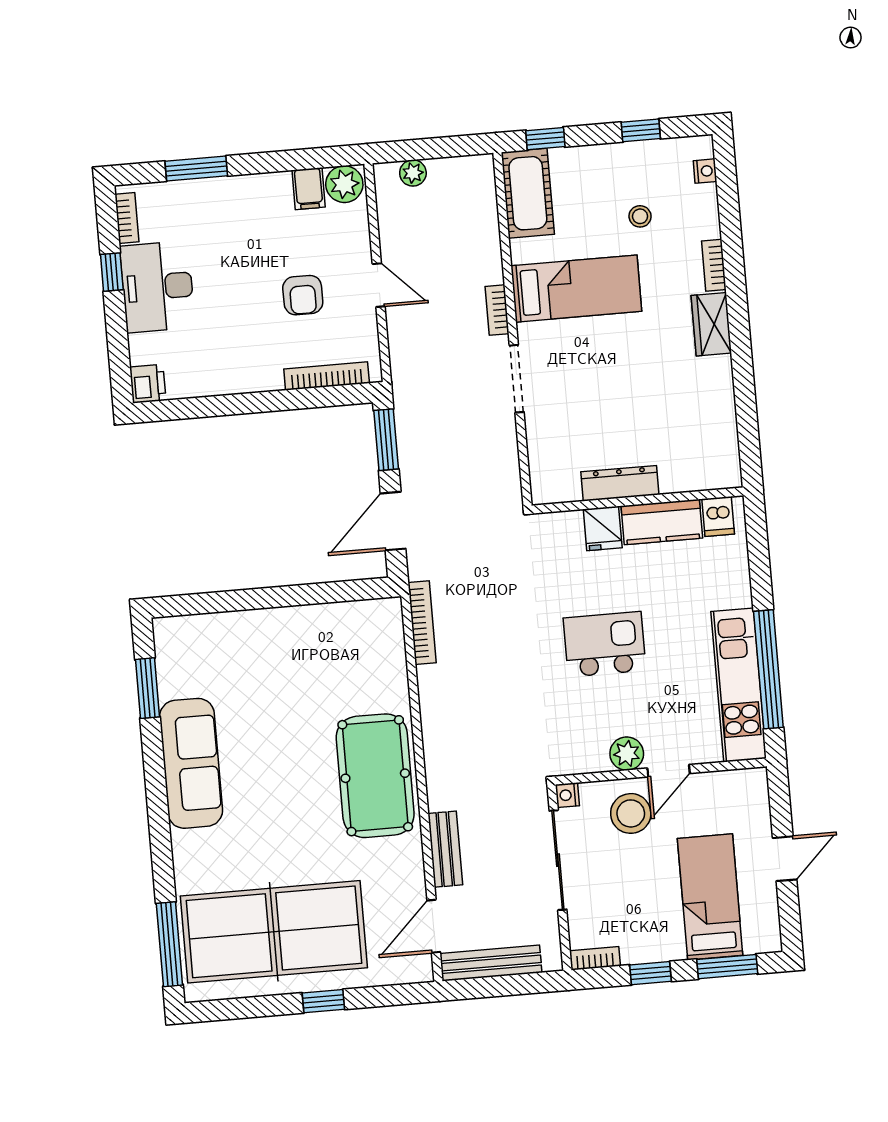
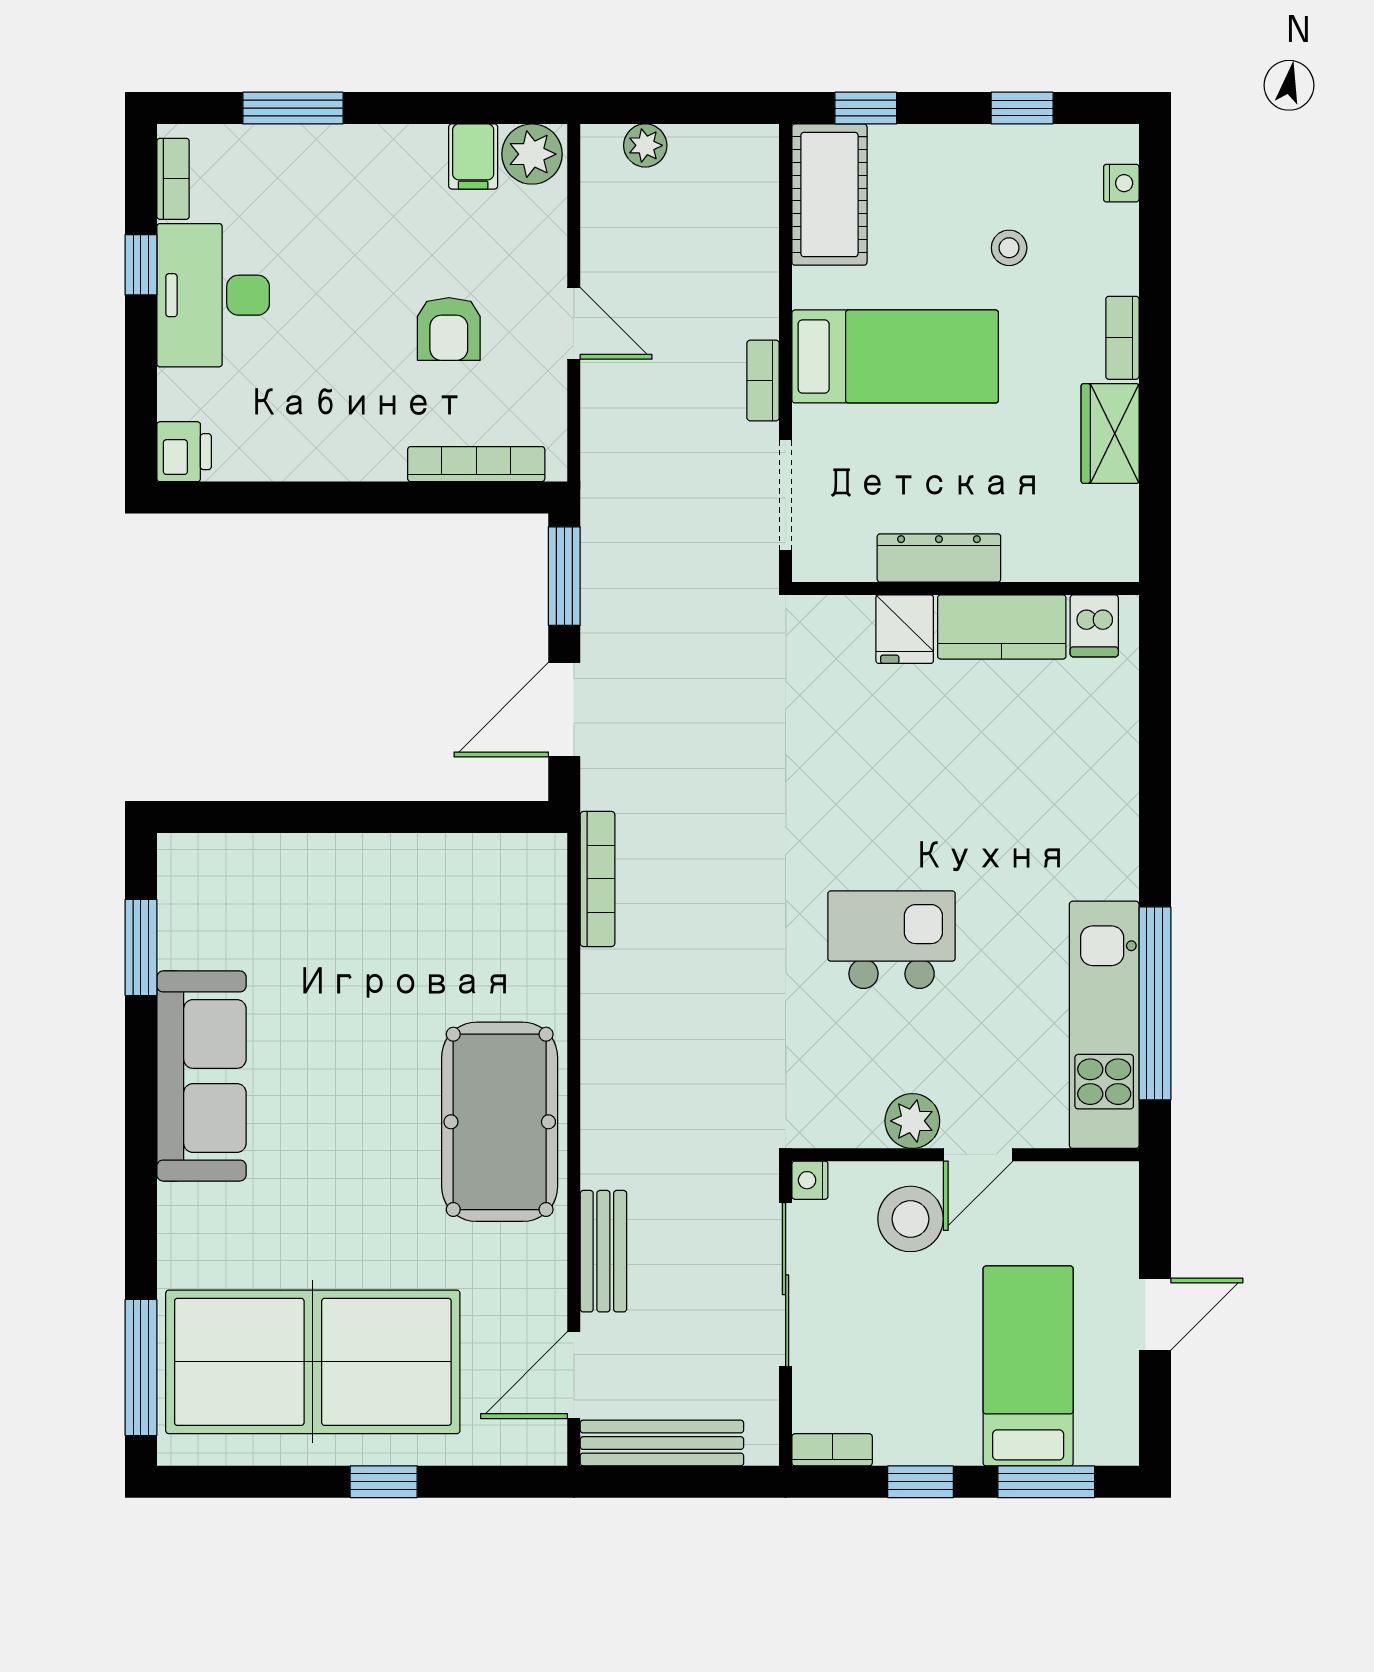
dresser: (620, 483) -> (939, 558), moved
wall: (638, 500) -> (965, 589), moved
dishwasher: (718, 516) -> (1094, 626), moved
kitchen counter: (662, 522) -> (1002, 627), moved
fridge: (603, 528) -> (905, 629), moved

